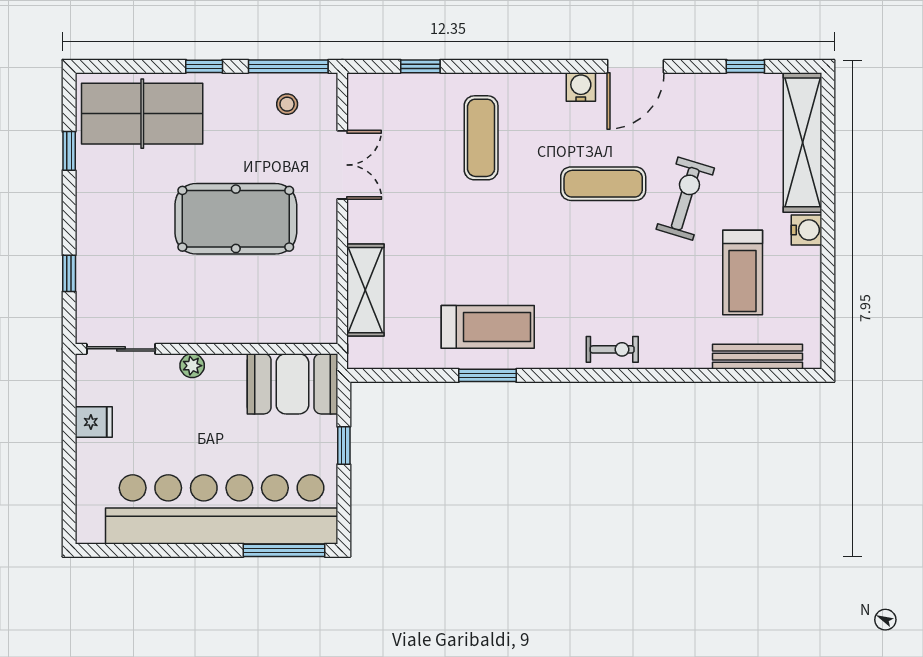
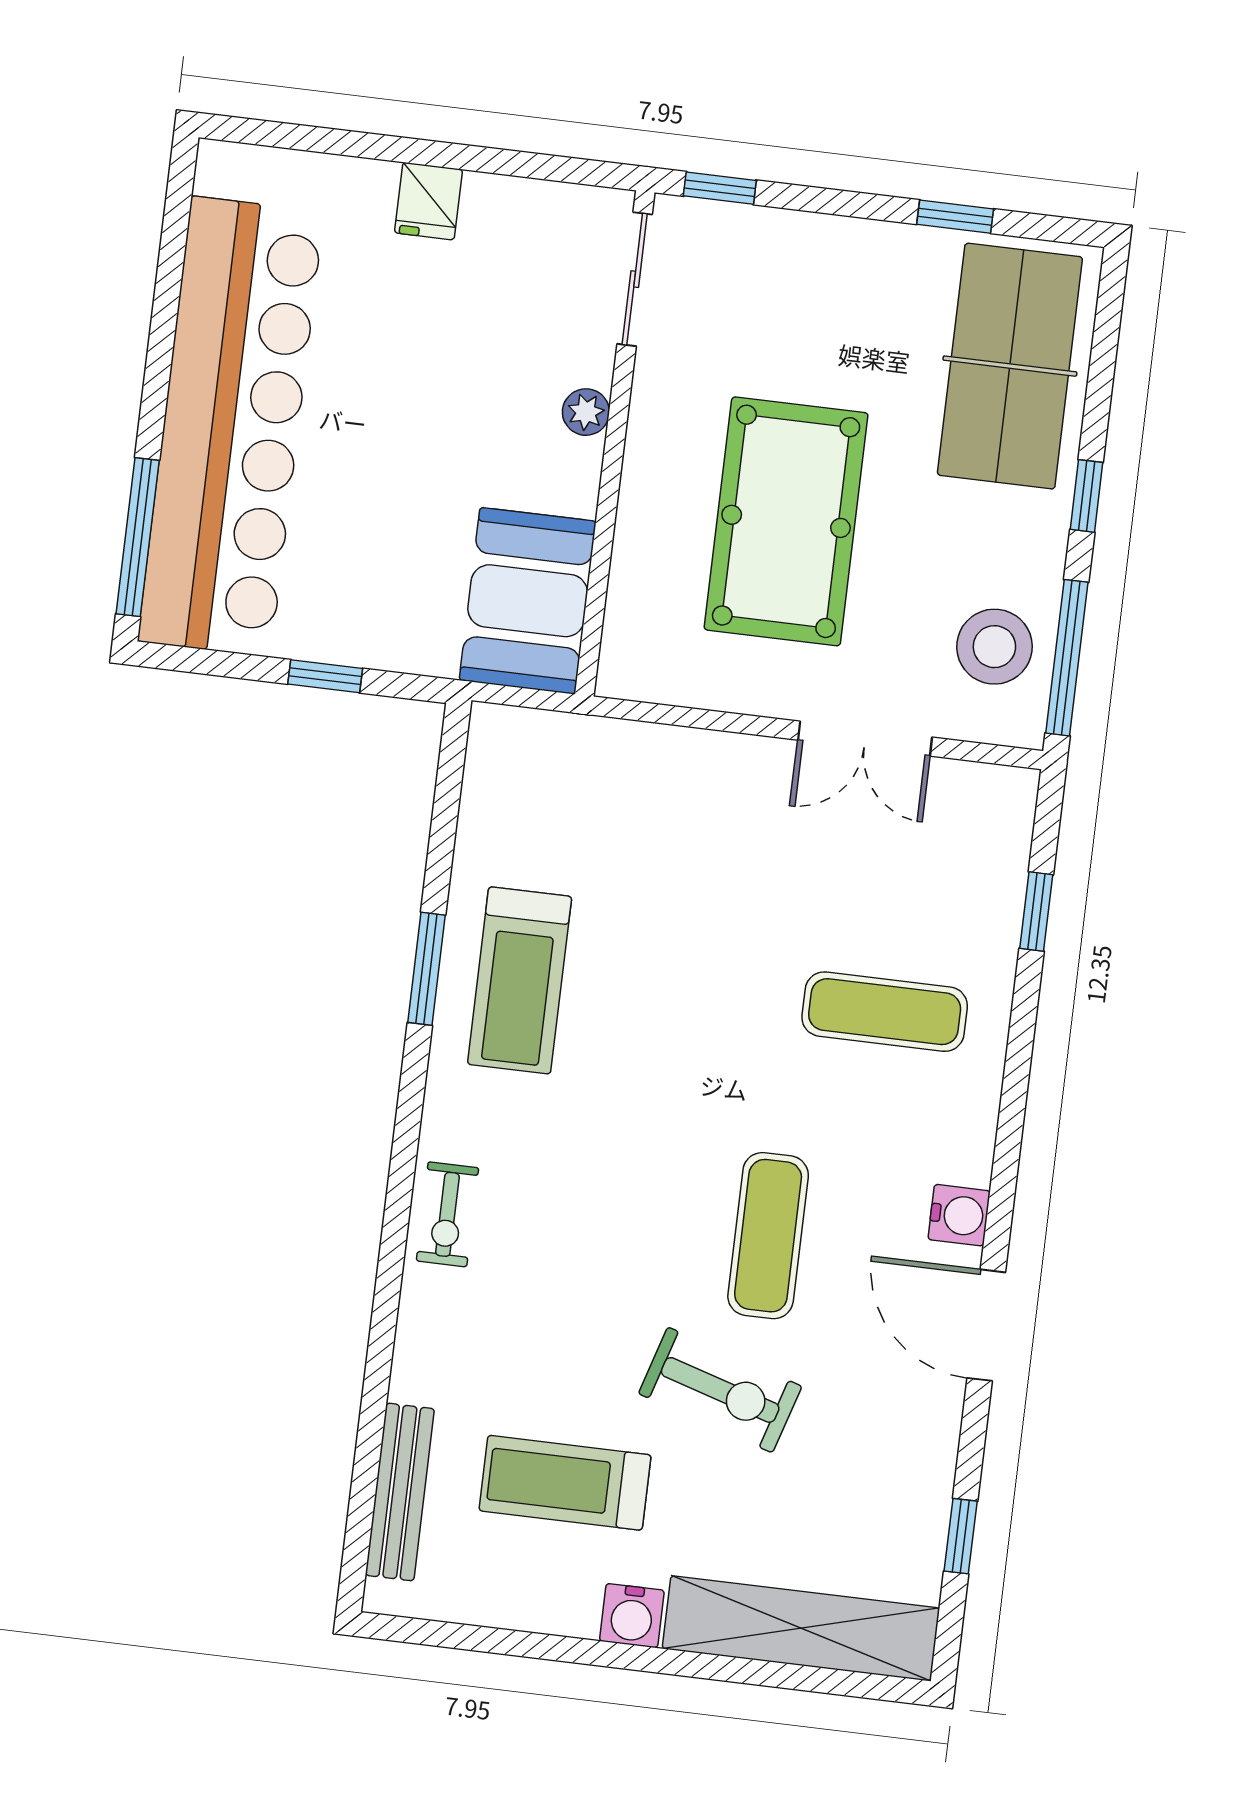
stool: (287, 104) -> (994, 647), width x1.89, depth x1.89
shelving: (365, 290) -> (619, 754), removed
sliding door: (121, 349) -> (635, 279), moved
wall: (206, 349) -> (615, 443), moved
plant: (192, 366) -> (586, 412), moved
booth: (292, 384) -> (528, 601), moved

